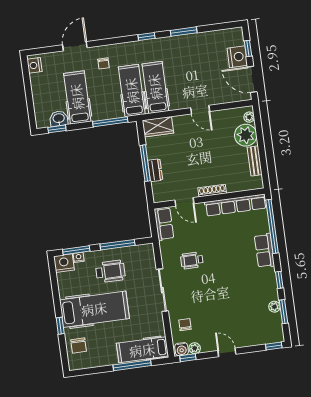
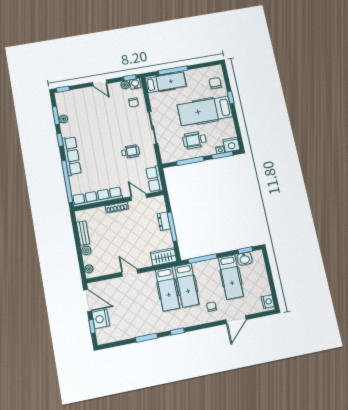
plant: (246, 135) -> (86, 250), width x0.53, depth x0.53
row of seats: (264, 251) -> (72, 156), width x1.48

